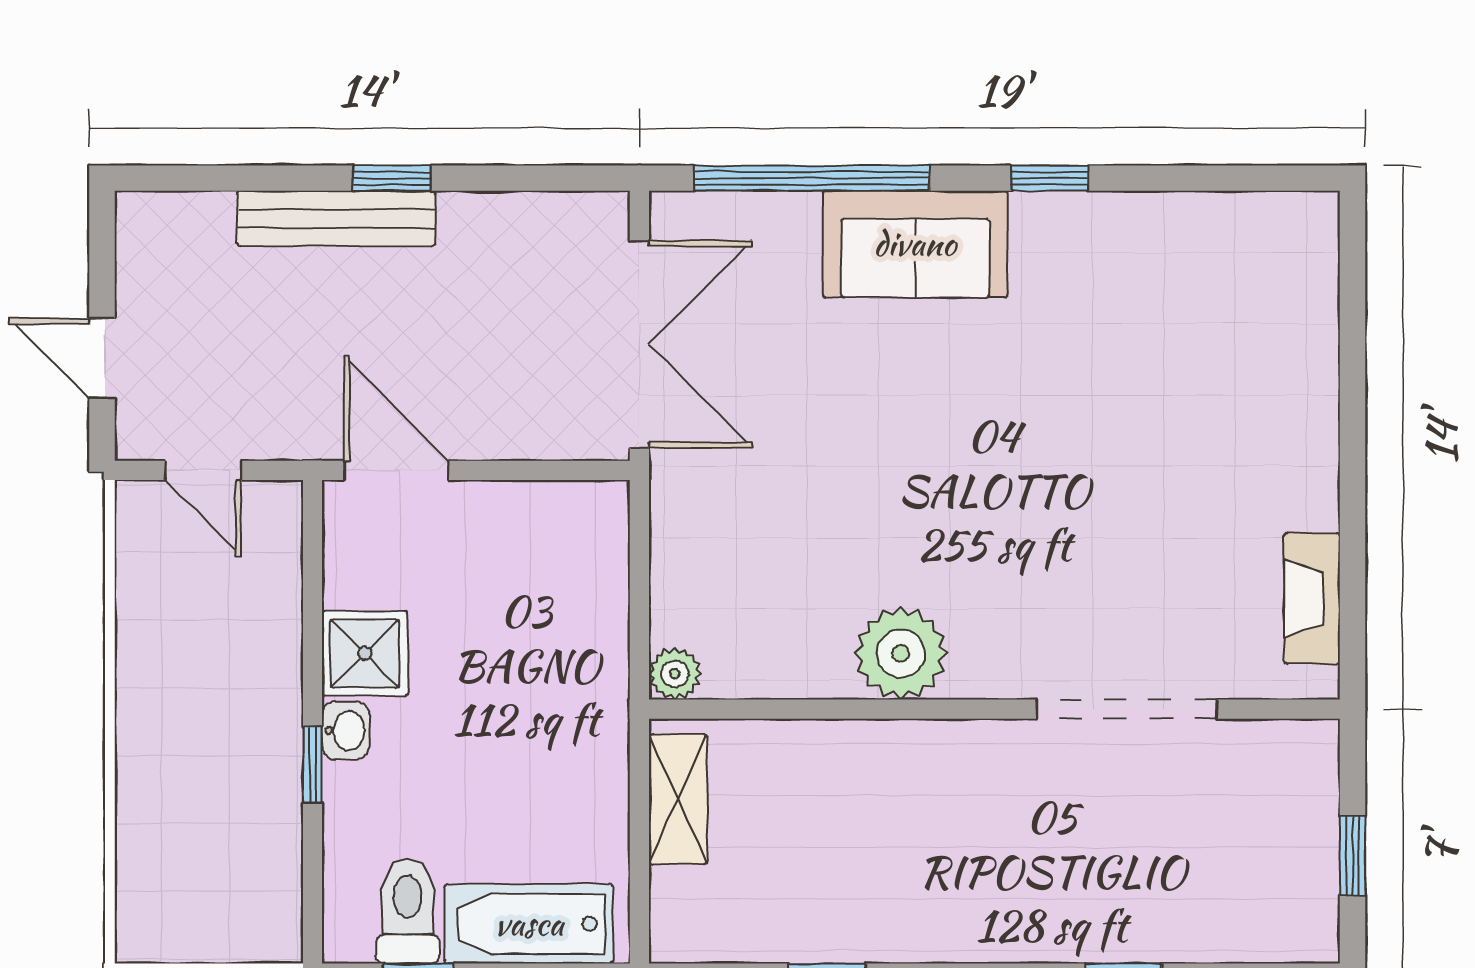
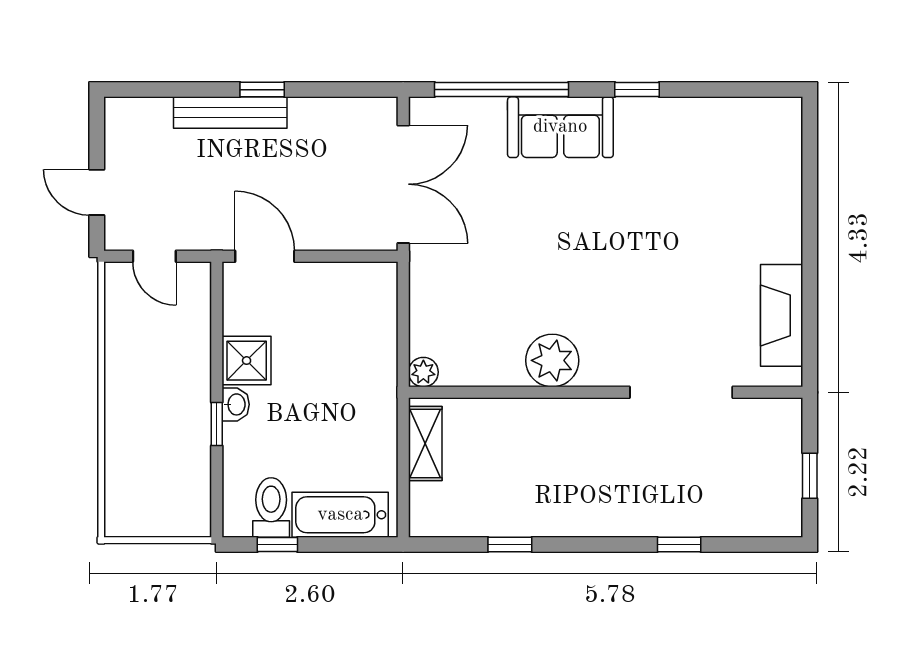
fireplace: (1312, 598) -> (782, 315), width x1.37, depth x1.32

